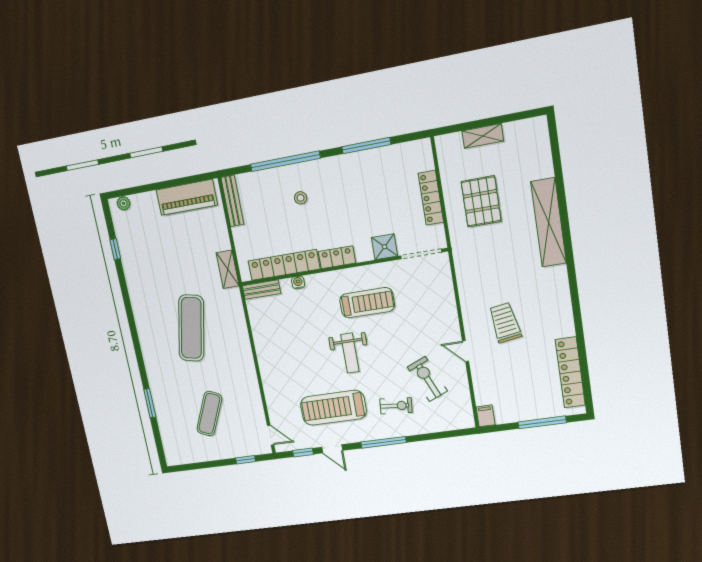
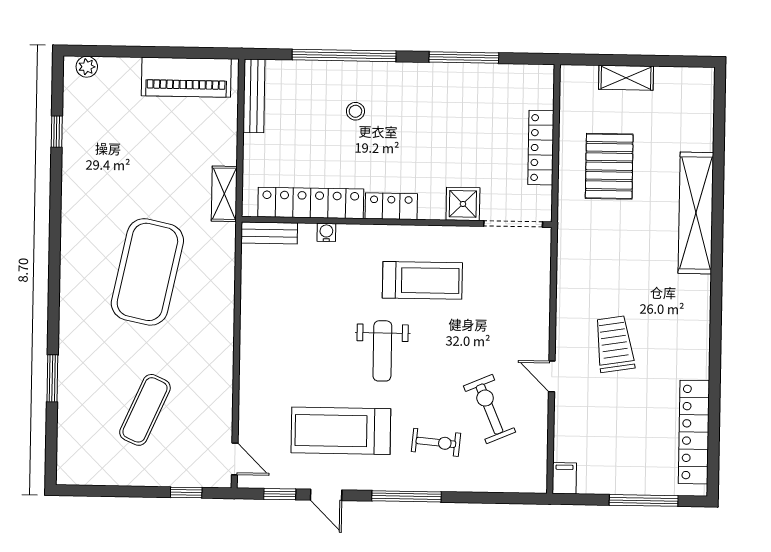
exercise mat: (191, 328) -> (147, 272), width x1.47

